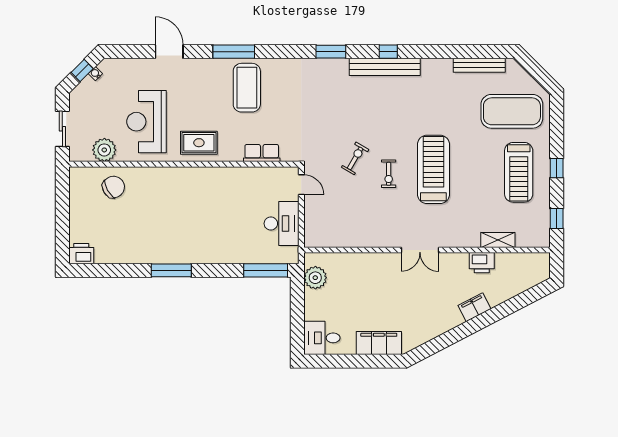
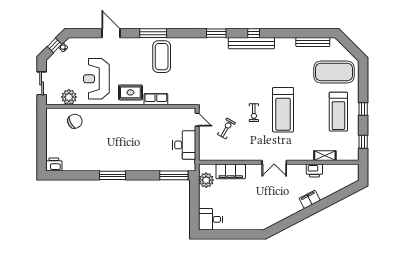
row of seats: (262, 153) -> (156, 99), moved
exercise bike: (355, 158) -> (226, 128), moved
treadmill: (433, 169) -> (283, 110), turned 180
filing cabinet: (379, 343) -> (231, 171), moved, turned 180

